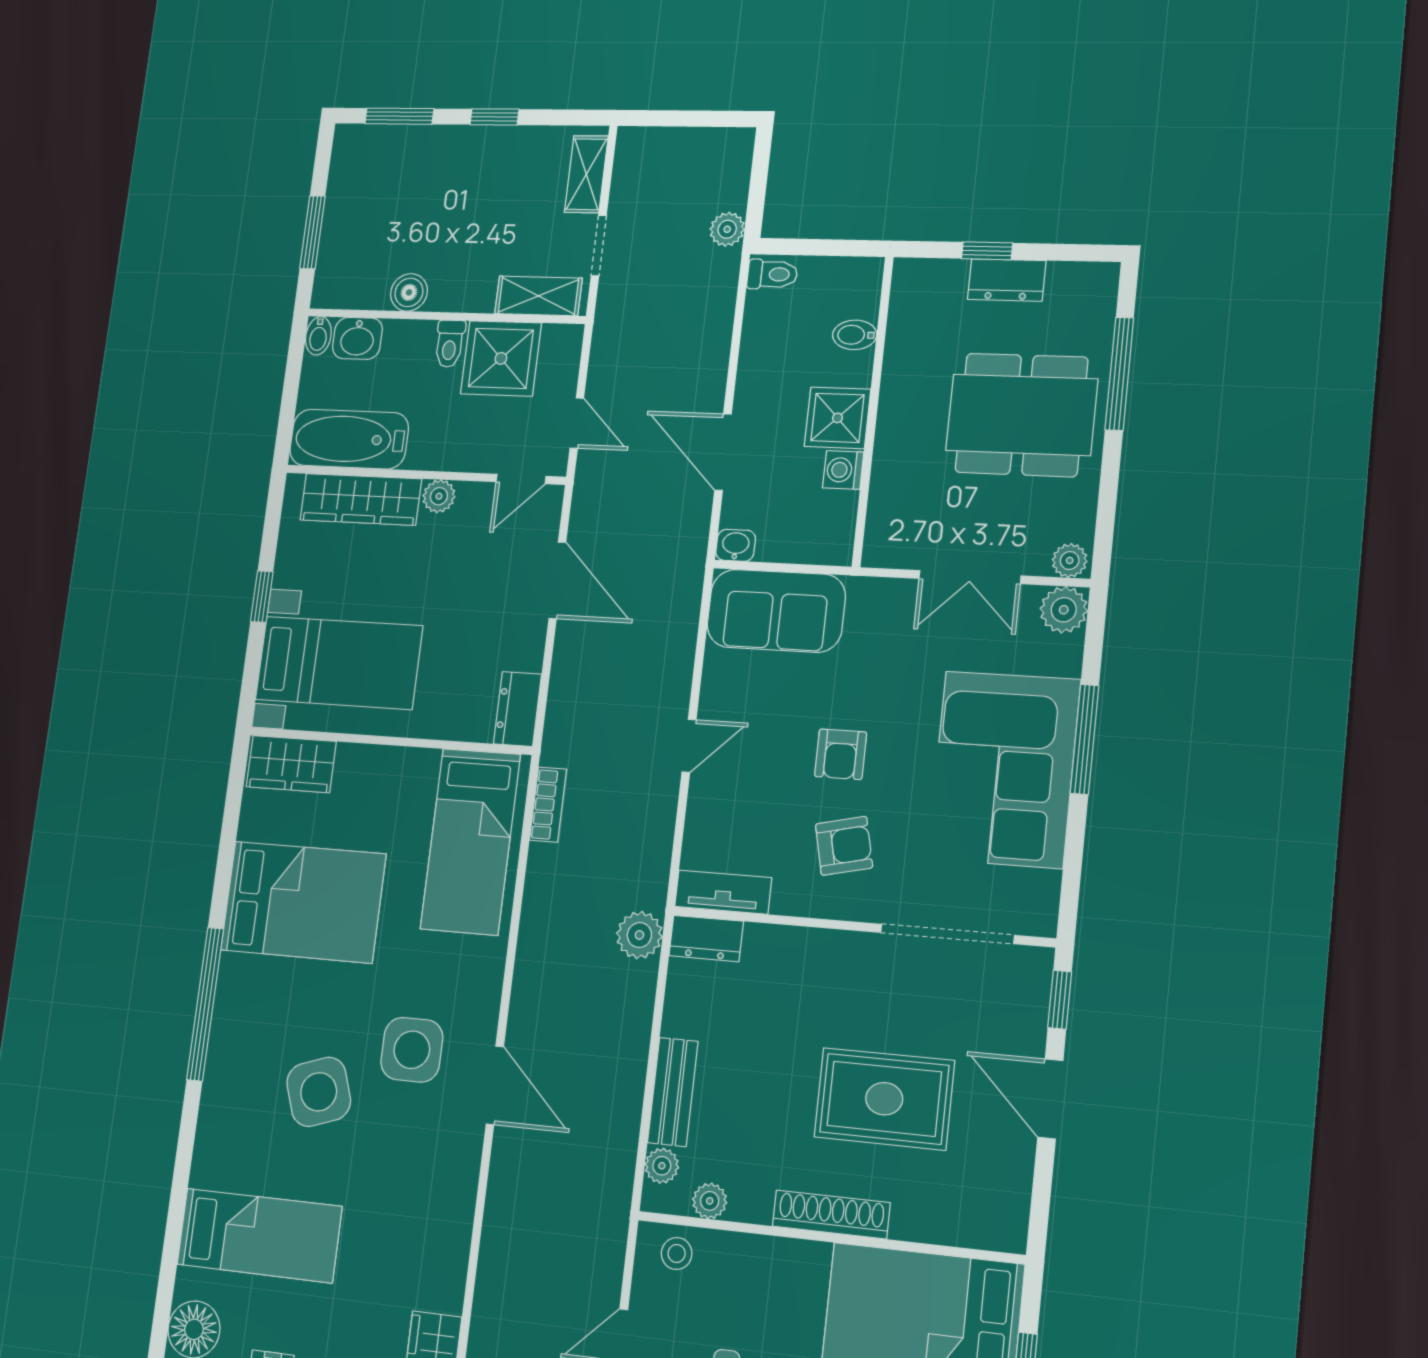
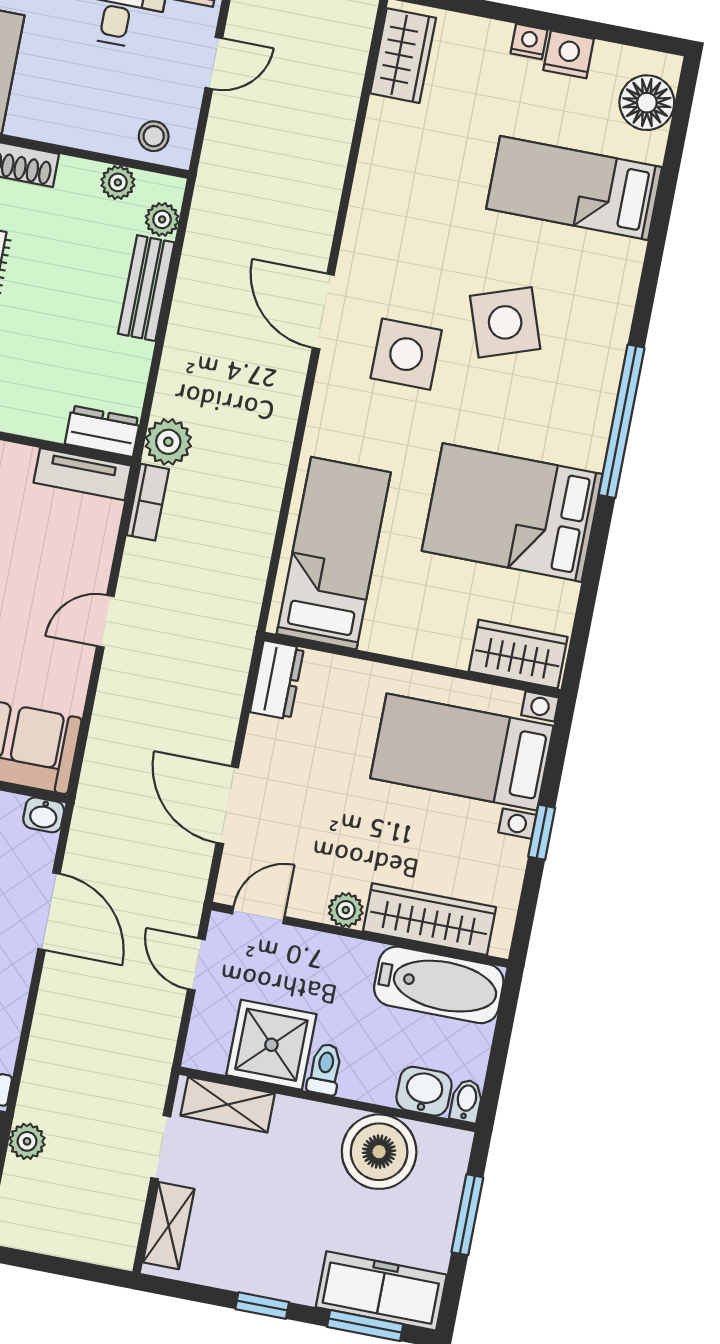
freezer: (386, 150) -> (381, 1291), added
boiler: (409, 292) -> (379, 1152), width x1.86, depth x1.86
bookcase: (548, 805) -> (148, 502), moved, turned 180

